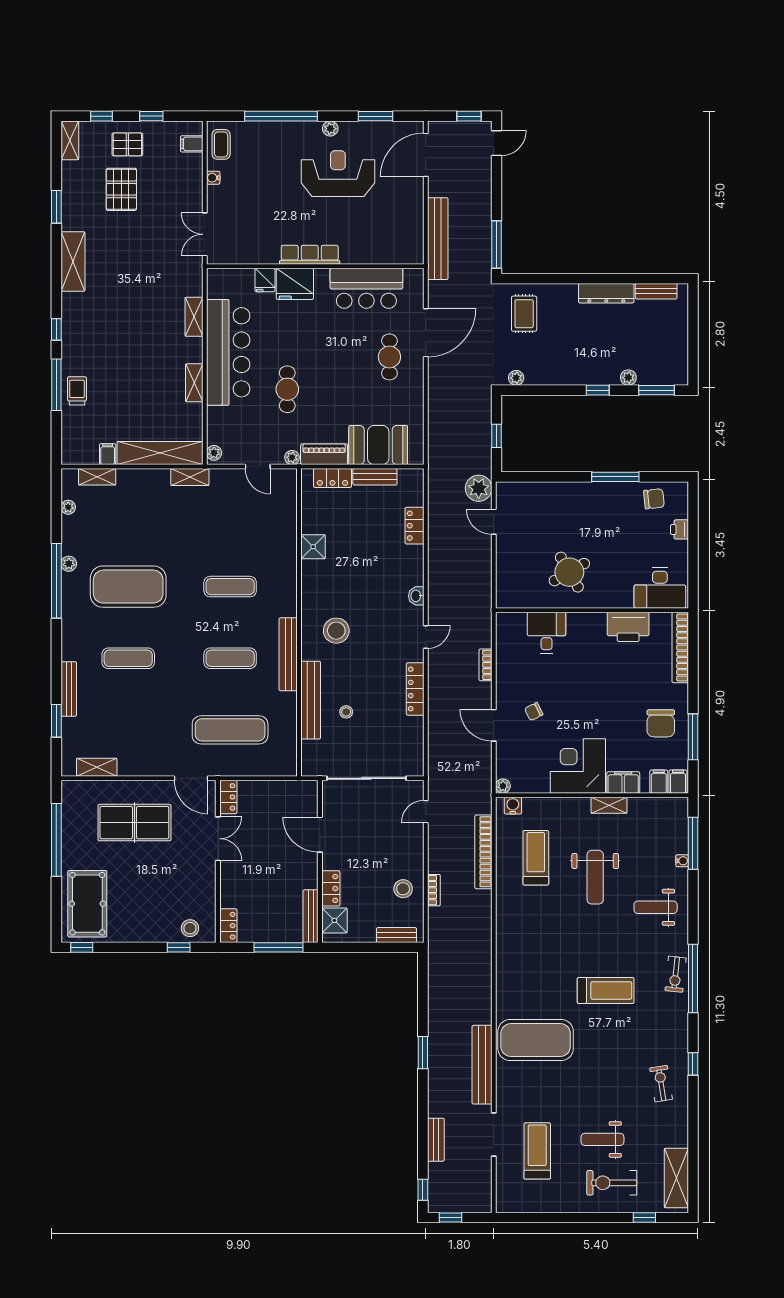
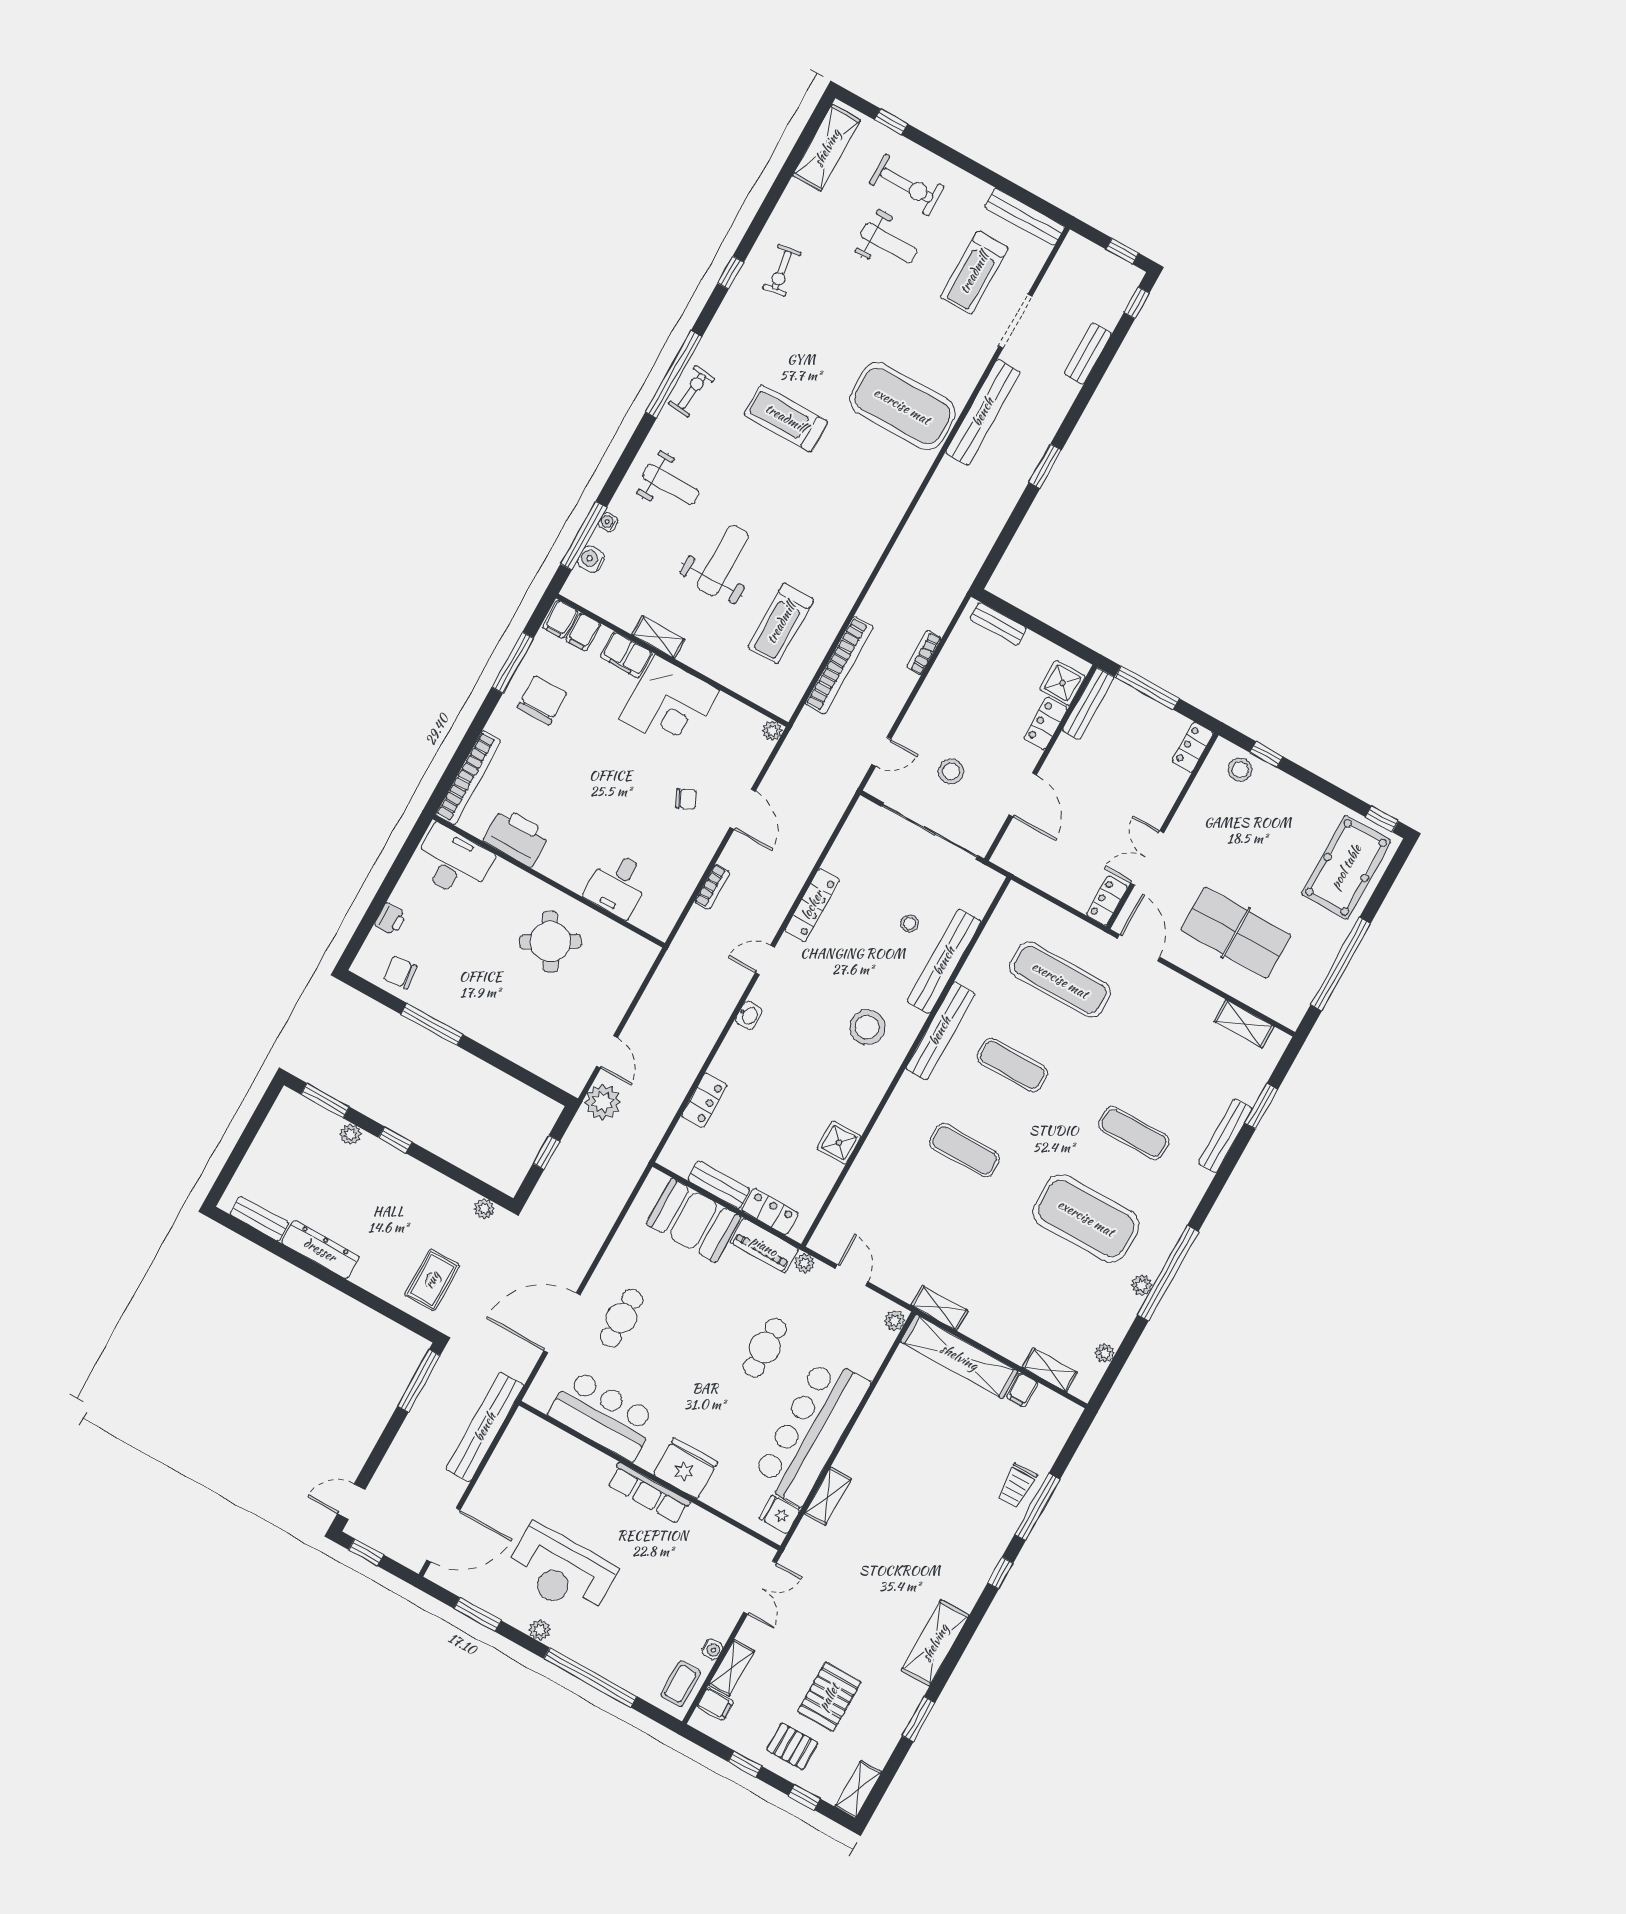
fridge: (265, 280) -> (779, 1514), moved, turned -90
shelving: (194, 383) -> (732, 1668), moved
water cooler: (513, 806) -> (591, 559), moved, turned 90
stool: (403, 889) -> (951, 771), moved
bench: (525, 1205) -> (1025, 217), added

